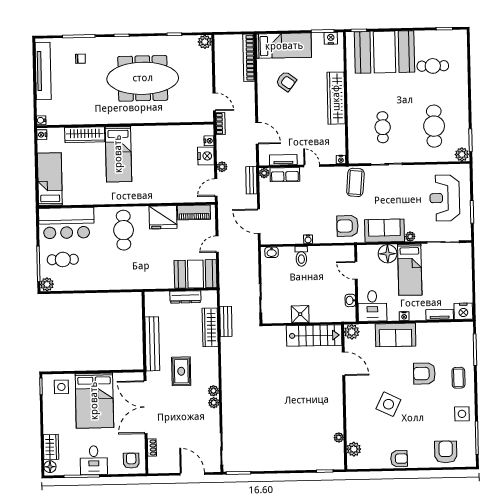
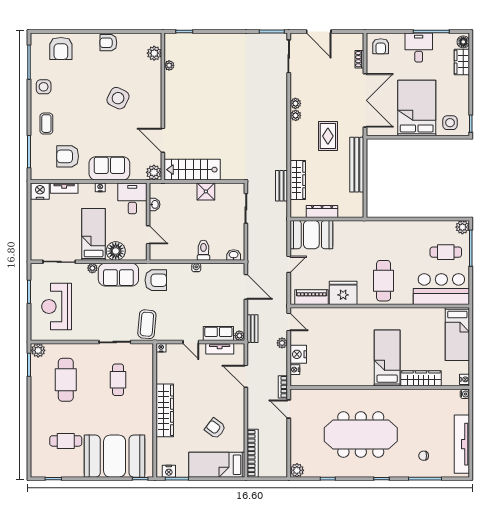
door: (216, 188) -> (289, 322), hinge flipped
reception desk: (445, 198) -> (57, 307), turned 180
armchair: (424, 373) -> (68, 156), moved, turned 180

